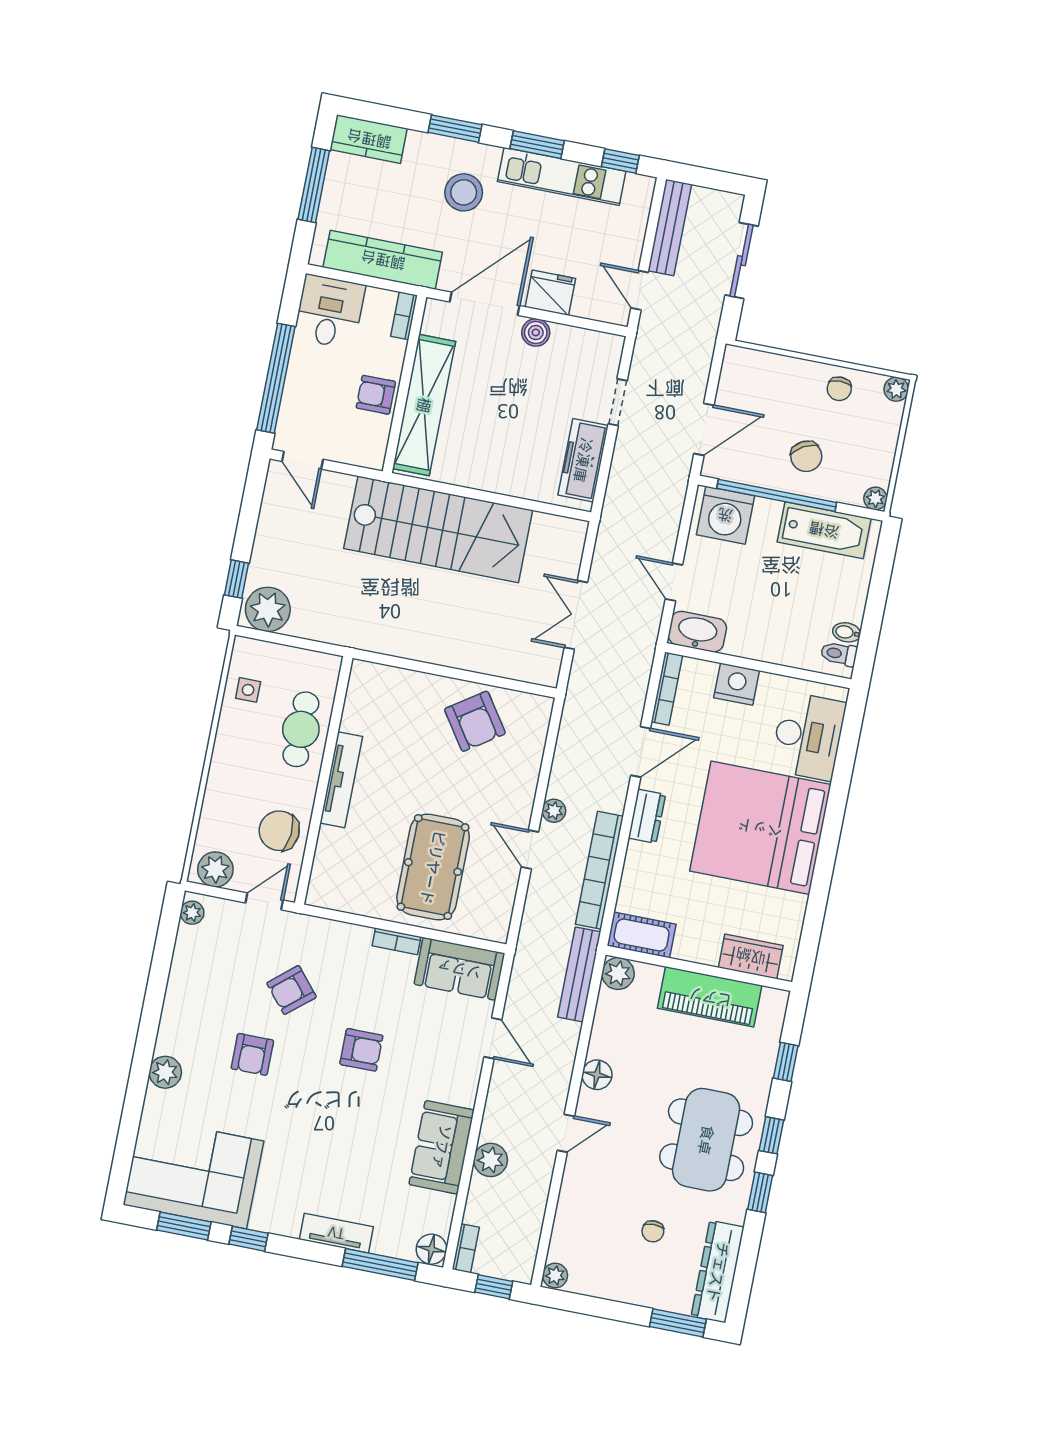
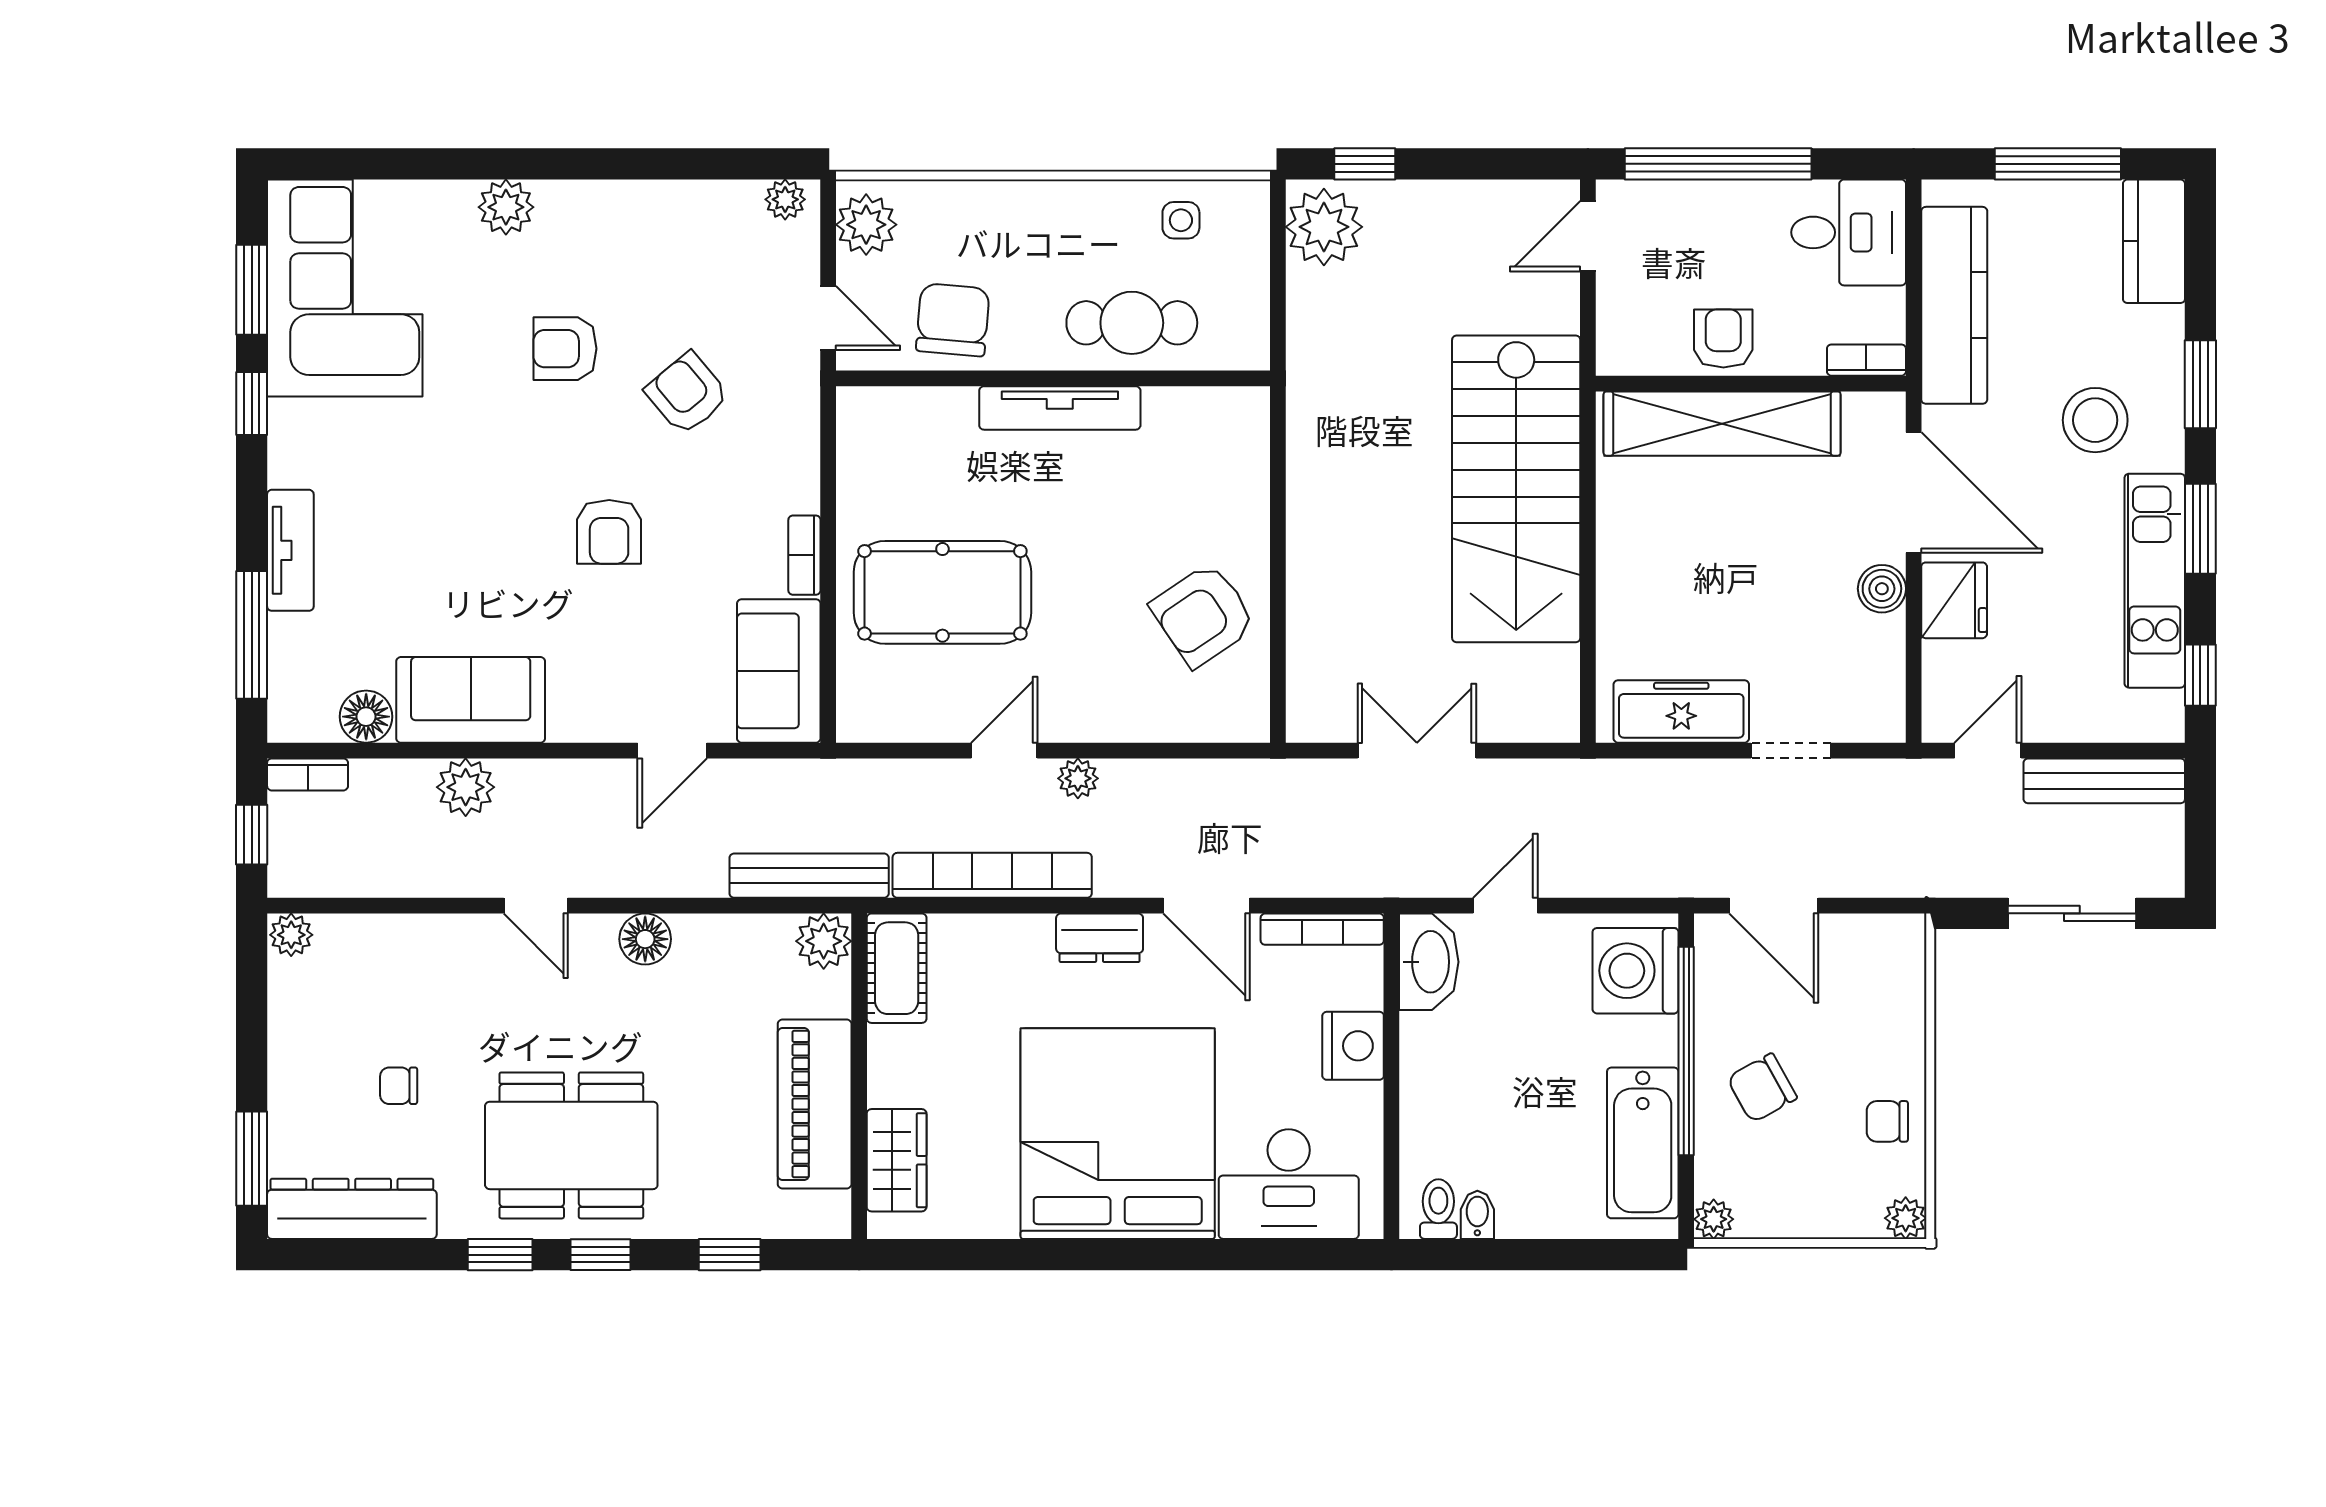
floor lamp: (431, 1249) -> (366, 717), moved

